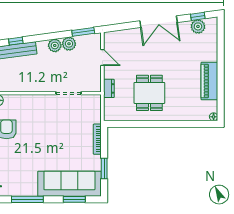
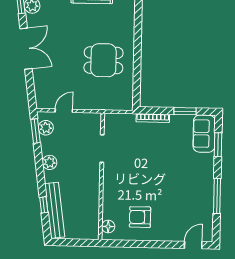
plant: (69, 44) -> (46, 128), moved
dresser: (109, 88) -> (98, 104), removed
sofa: (69, 184) -> (204, 134), width x0.54, depth x0.79

